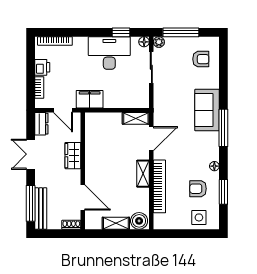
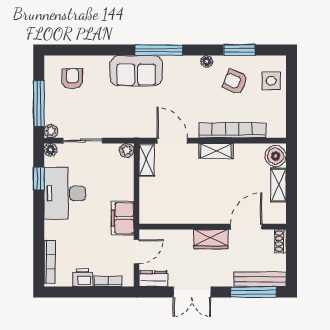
plant: (143, 102) -> (127, 150), added
wardrobe: (73, 156) -> (211, 239), moved
armchair: (198, 189) -> (235, 82), turned 113

